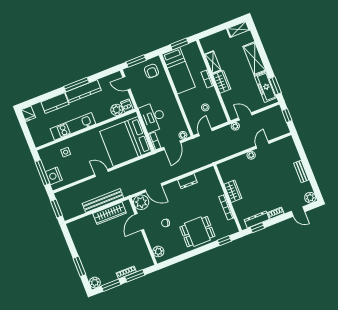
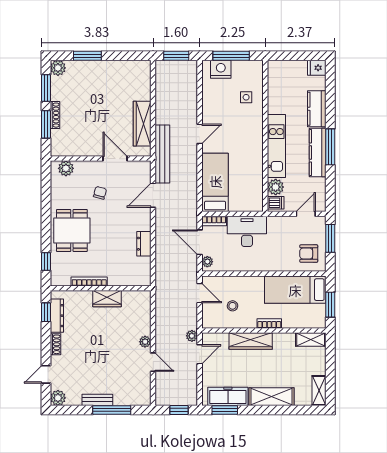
shelving: (213, 62) -> (311, 339), moved
wardrobe: (222, 82) -> (251, 341), width x1.50
kitchen unit: (73, 126) -> (276, 146), moved
bed: (126, 142) -> (215, 182), width x0.49
window: (304, 159) -> (112, 410), added
bench: (103, 201) -> (162, 154), moved
plant: (141, 202) -> (140, 171), removed

